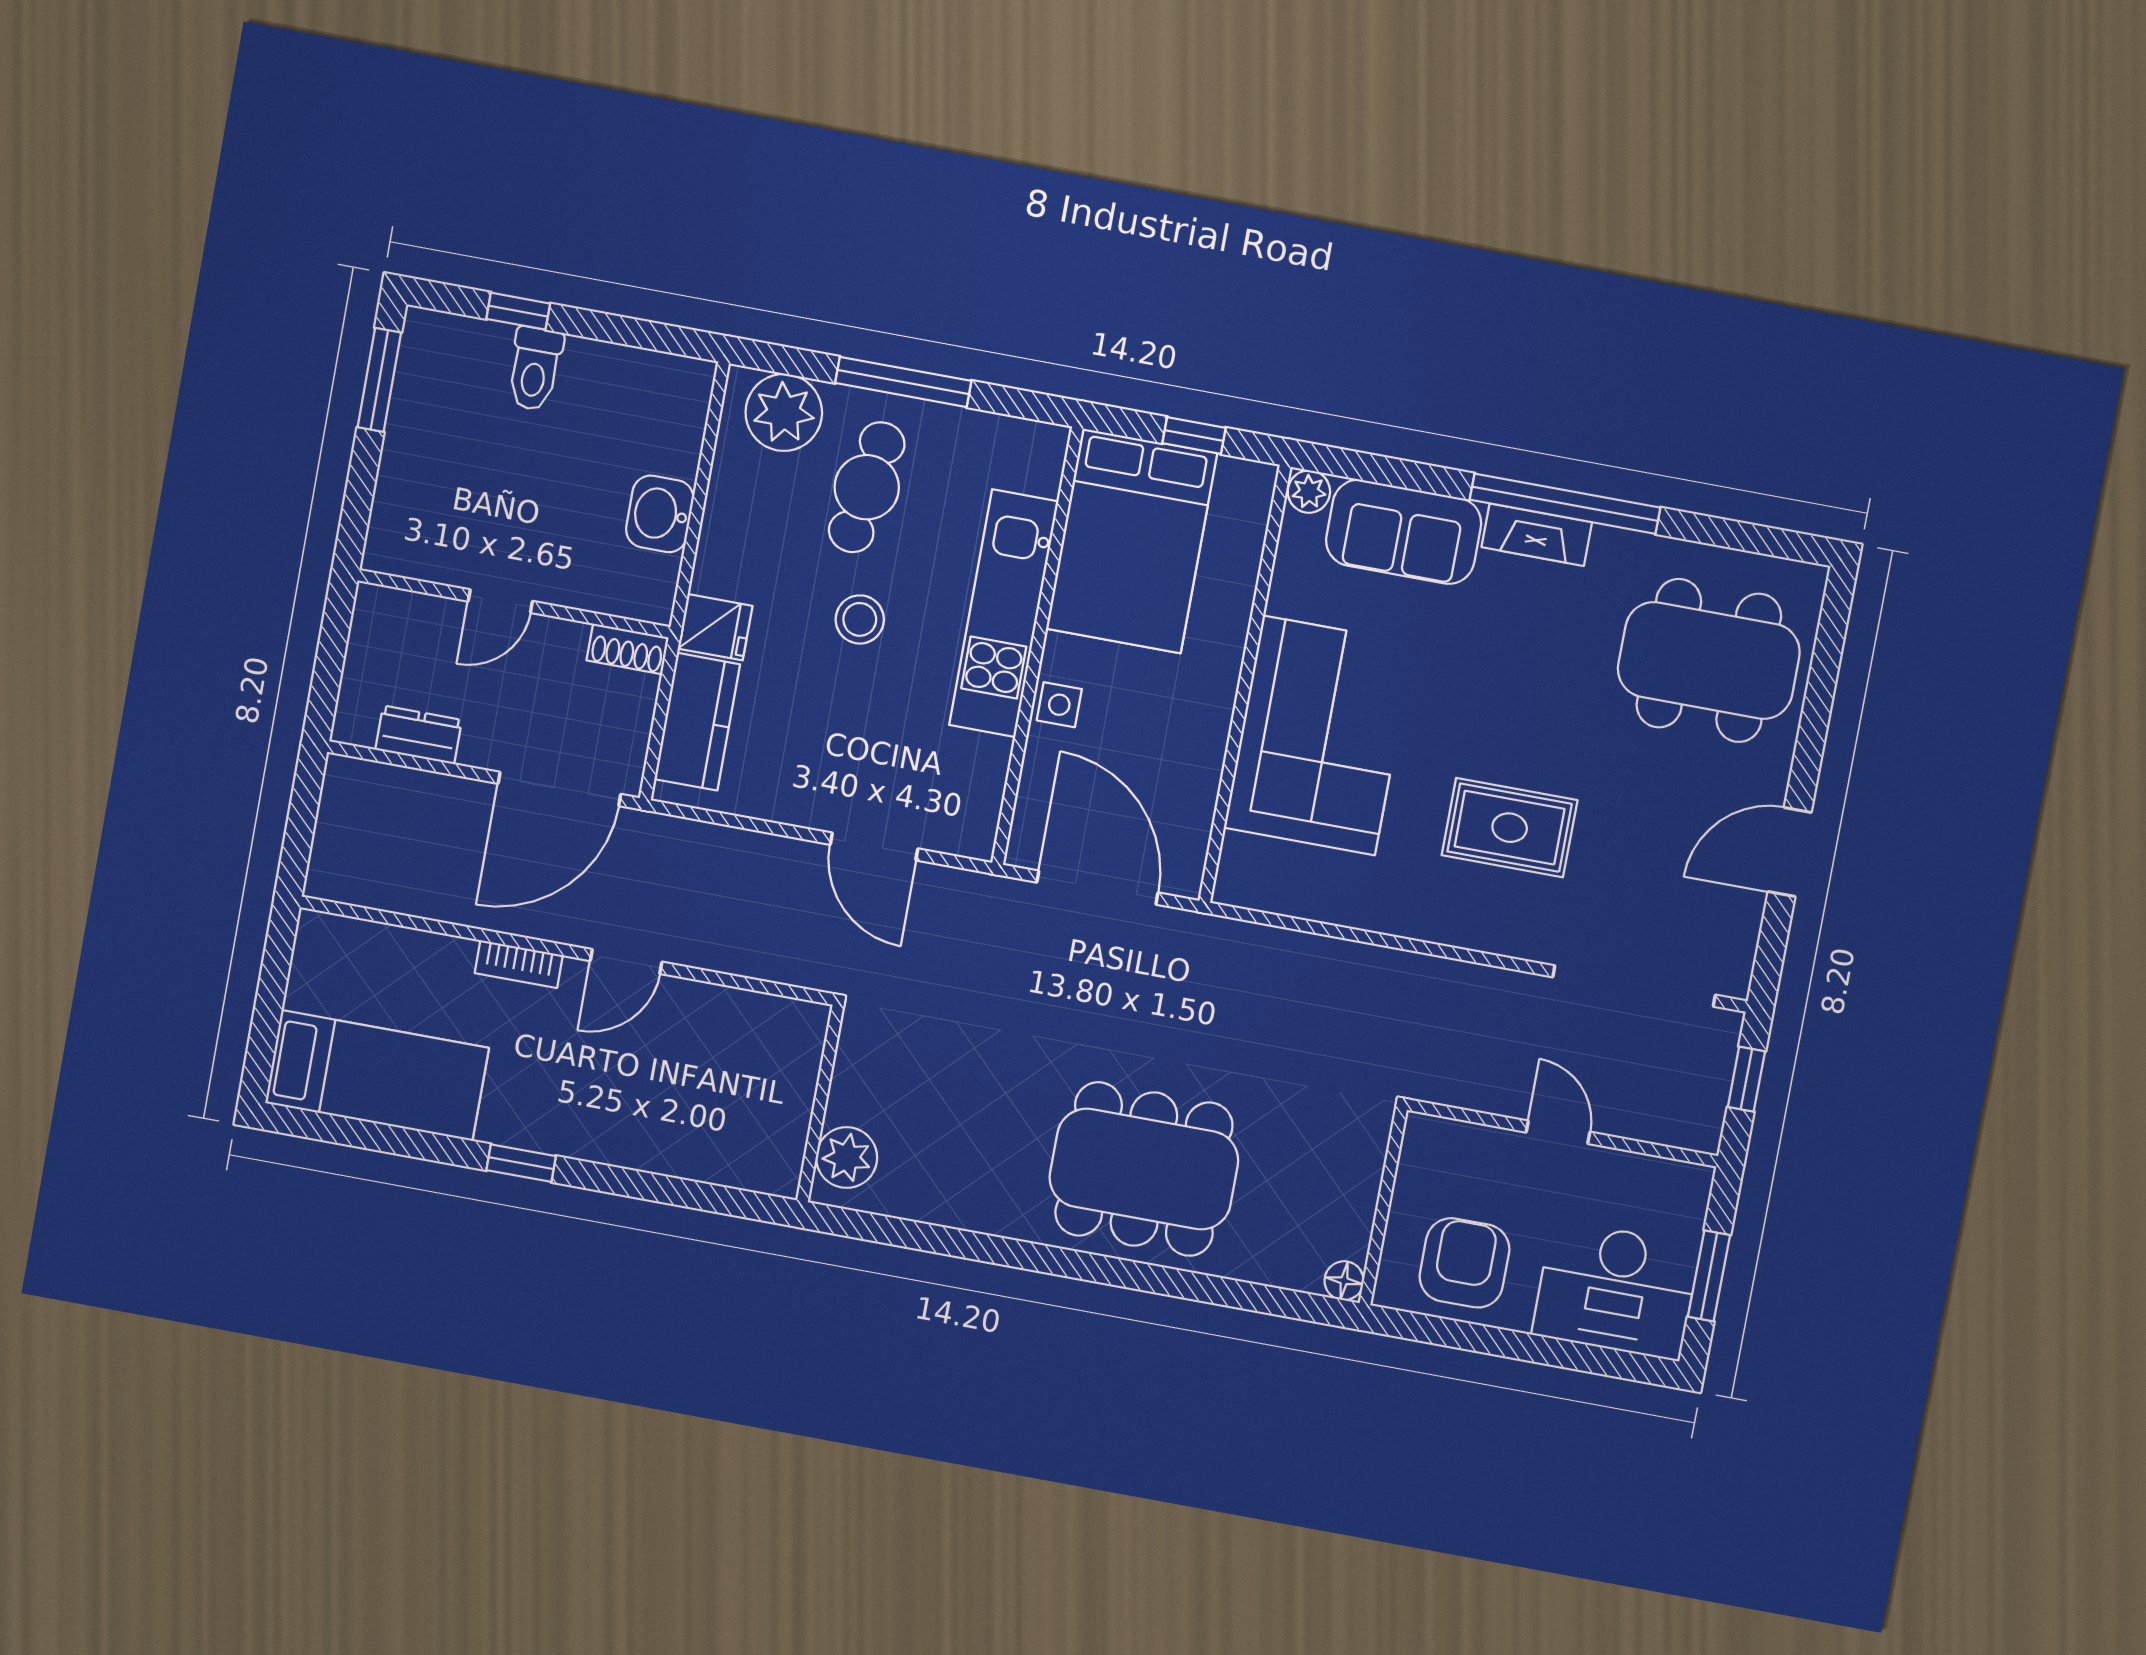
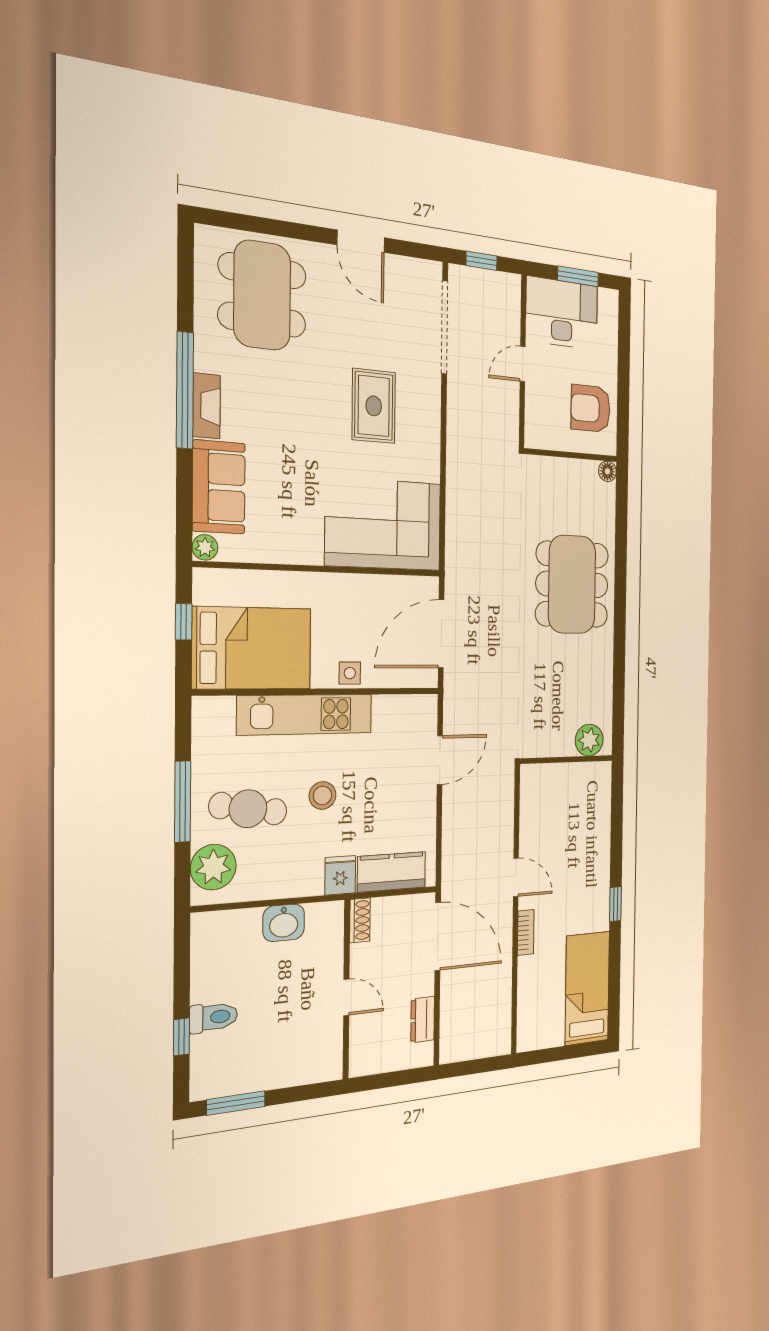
corner sofa: (1319, 735) -> (383, 524), moved
desk: (1616, 1290) -> (562, 313), moved, turned -90

